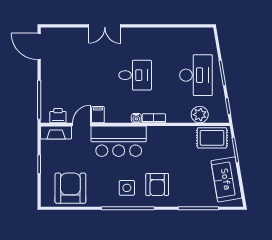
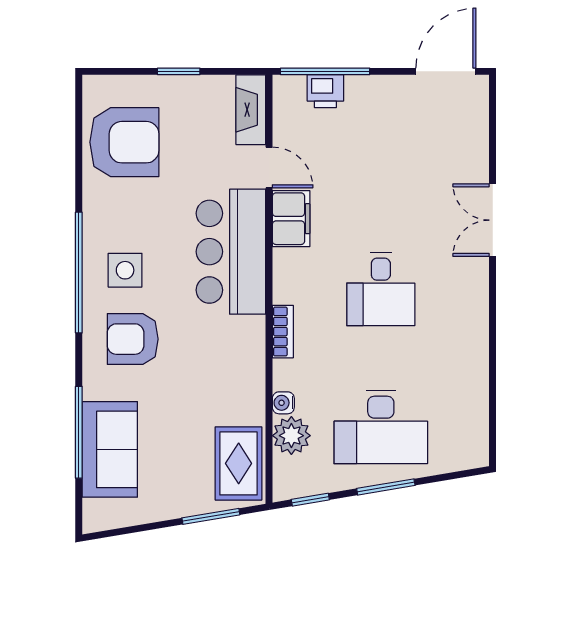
filing cabinet: (98, 115) -> (291, 219), width x2.00
printer: (58, 116) -> (325, 91), moved, turned 90
water cooler: (136, 118) -> (283, 403), moved
sofa: (226, 179) -> (110, 449), moved, turned 100

